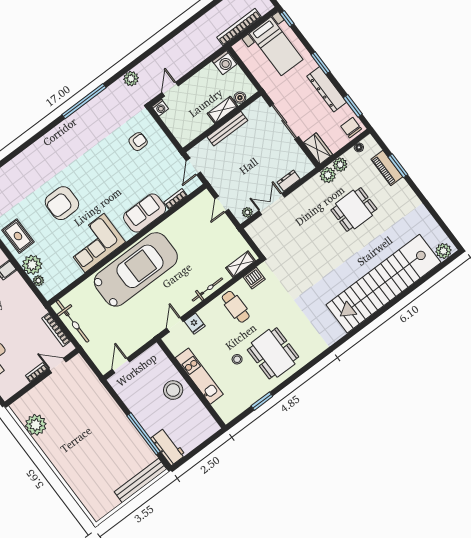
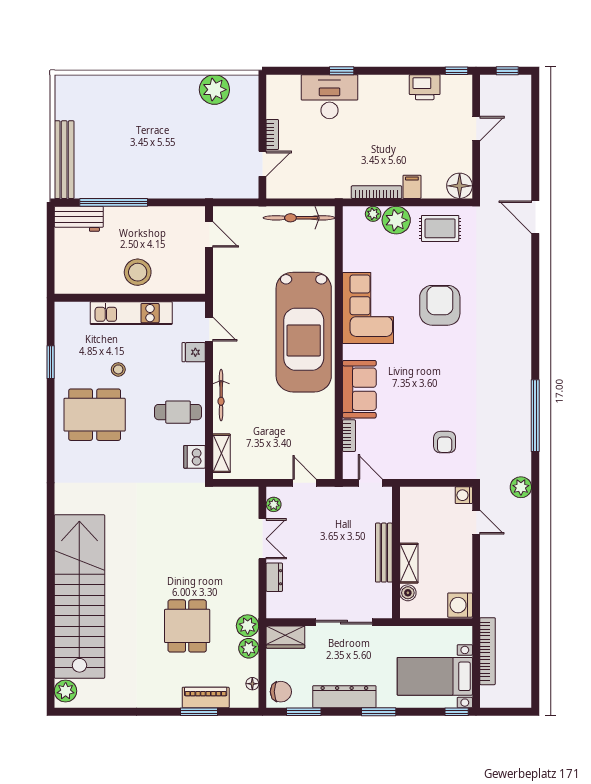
bookcase: (56, 330) -> (377, 192), moved

